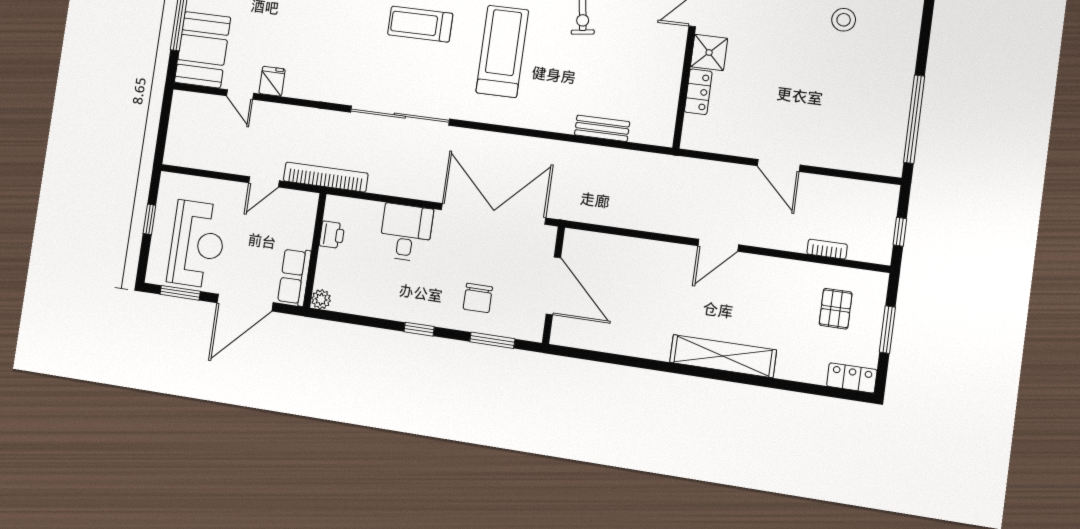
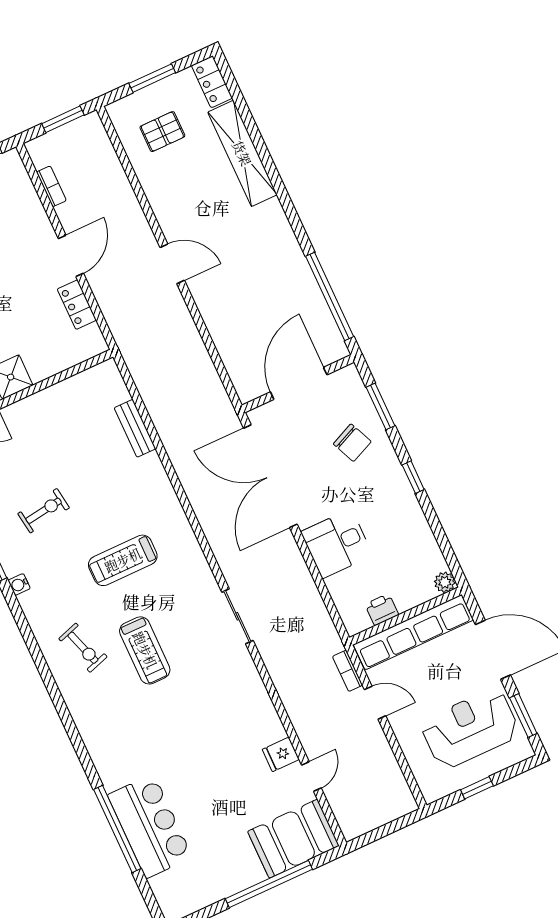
treadmill: (502, 51) -> (123, 560), width x0.73, depth x0.73
locker: (698, 92) -> (77, 305), moved, turned -90
sliding door: (400, 116) -> (237, 616), width x0.54
bookcase: (326, 177) -> (348, 671), width x0.43, depth x0.76
window: (900, 232) -> (63, 119), width x1.50
bookcase: (827, 249) -> (51, 186), moved, turned 180
row of seats: (294, 277) -> (413, 632), width x2.02
chair: (478, 298) -> (352, 443), turned 66
shelving: (723, 356) -> (242, 153), moved
window: (608, 358) -> (330, 296), added

